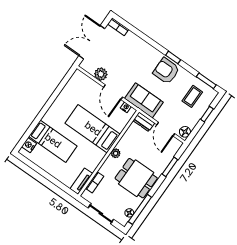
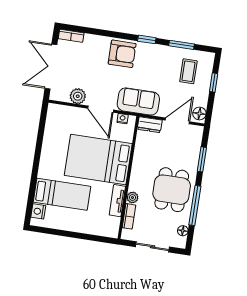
armchair: (166, 71) -> (122, 54), moved, turned 180
window: (206, 81) -> (181, 45), moved
bed: (93, 129) -> (98, 160), width x1.50
door: (166, 129) -> (177, 121), swing flipped
plant: (116, 153) -> (132, 198), moved
dining table: (136, 178) -> (172, 190), turned 90
tv unit: (81, 181) -> (117, 201), moved
window: (140, 209) -> (195, 206), moved

